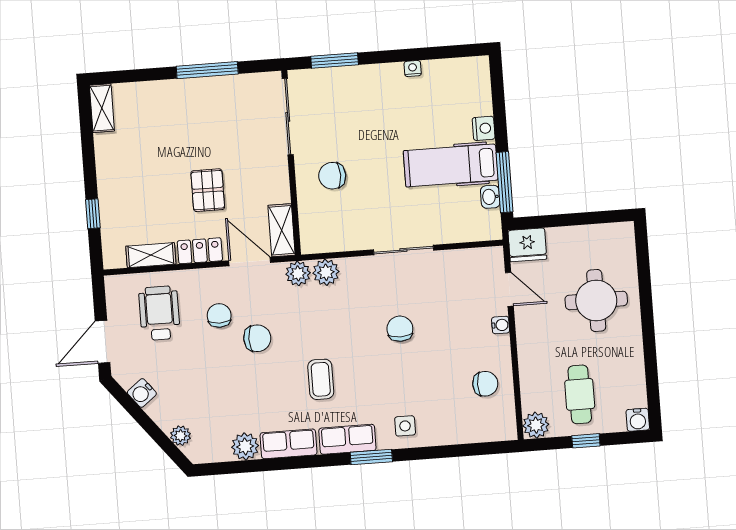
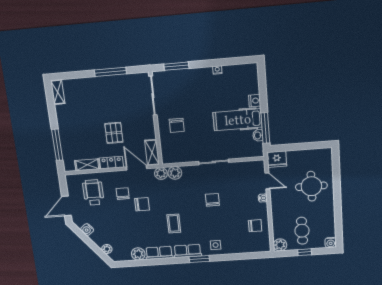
chair: (332, 176) -> (177, 125), turned -90
window: (93, 214) -> (57, 145), width x2.17

